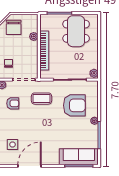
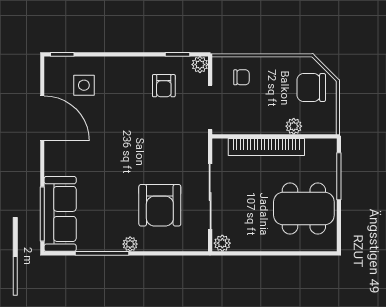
coffee table: (42, 99) -> (173, 141), removed

